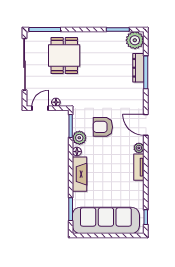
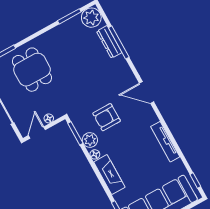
plant: (139, 148) -> (152, 118), removed
tv unit: (139, 167) -> (165, 142), width x1.41

